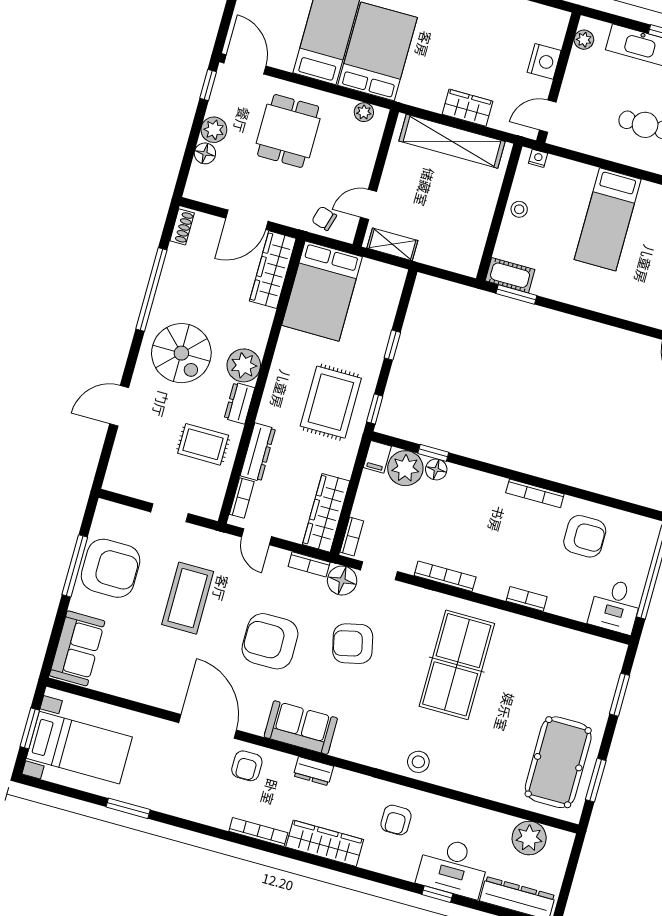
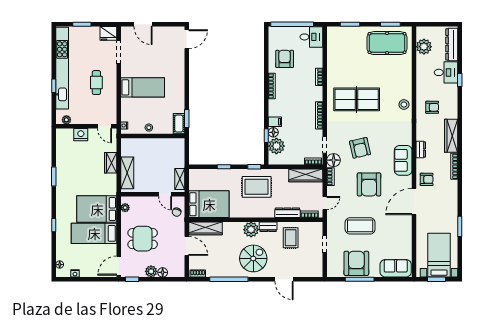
shelving: (452, 141) -> (127, 173), width x0.68
filing cabinet: (377, 457) -> (275, 122), moved
desk: (453, 867) -> (446, 72), width x0.73

